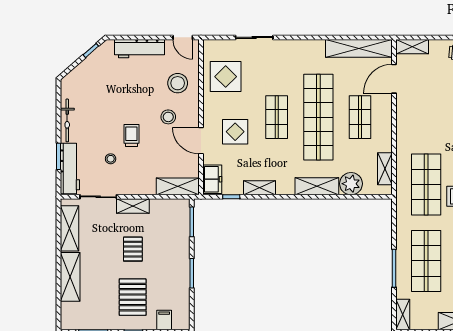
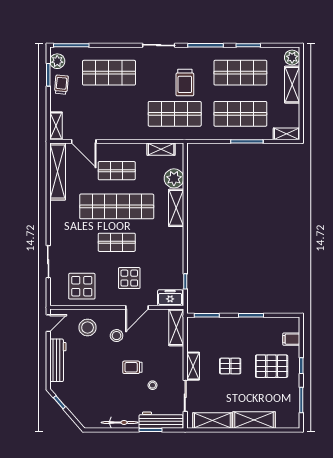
shelving: (259, 188) -> (177, 257), removed

